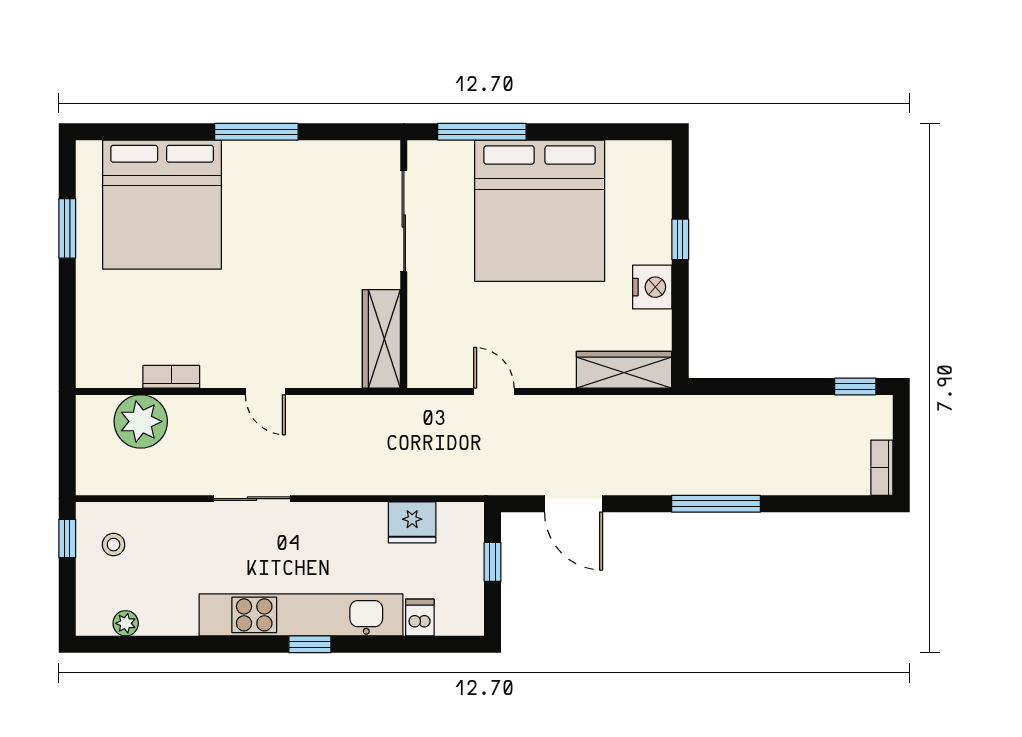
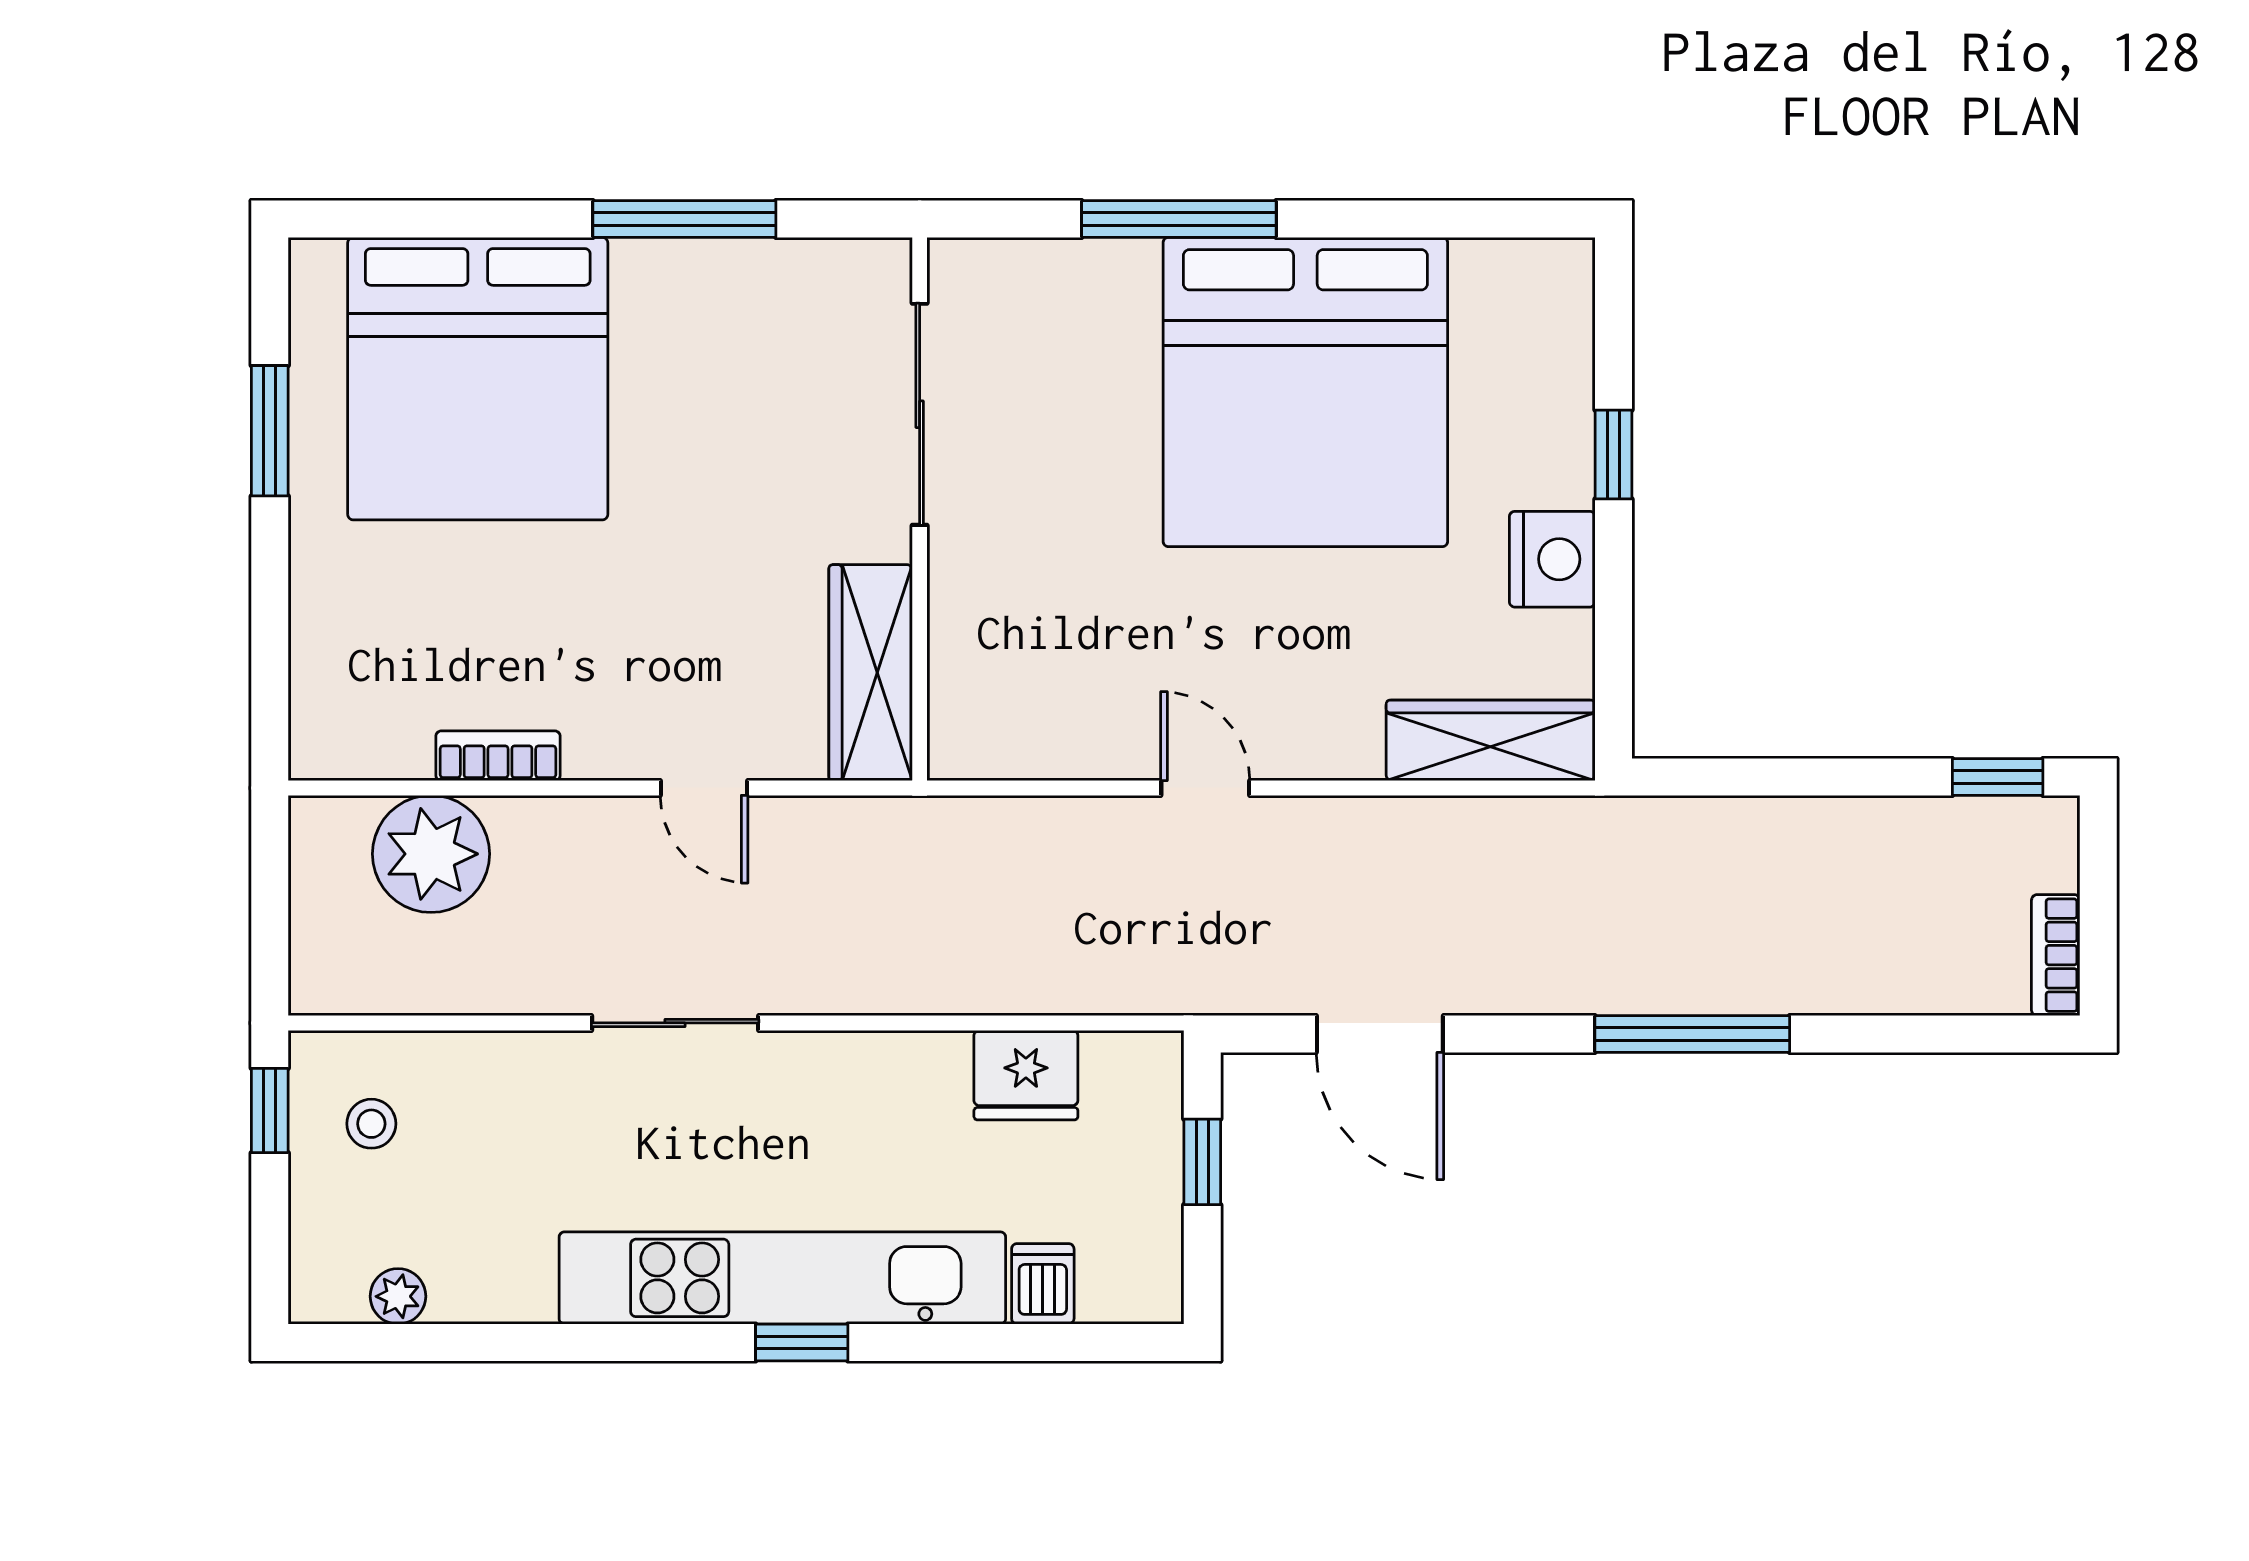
sliding door: (404, 221) -> (920, 414), moved
wall: (404, 264) -> (920, 509), moved
wardrobe: (381, 339) -> (871, 673), moved

